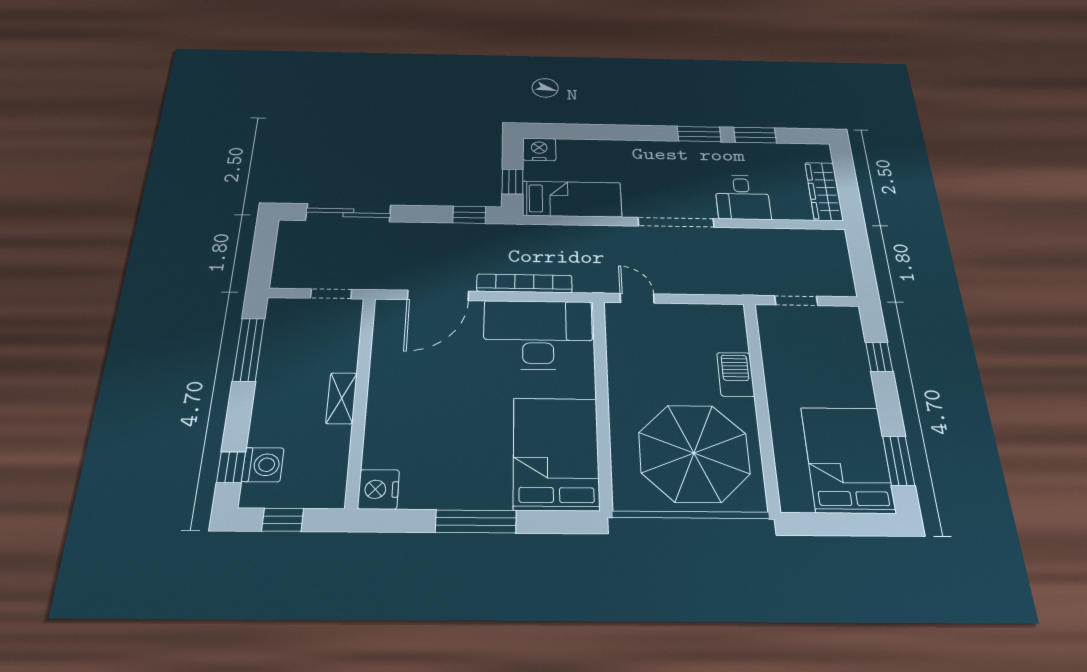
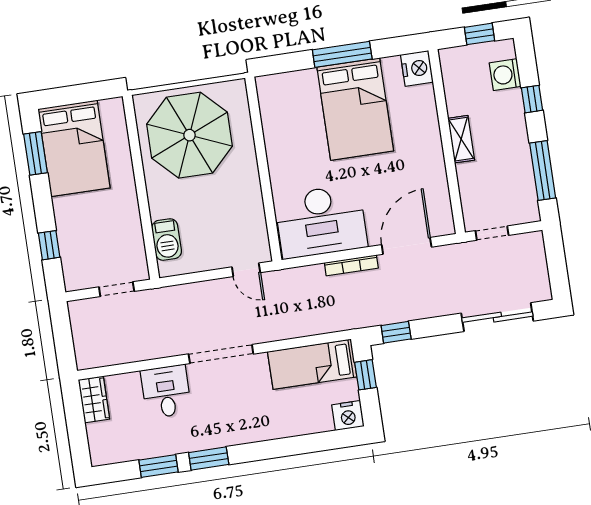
wardrobe: (824, 191) -> (94, 399), width x0.67
bookcase: (524, 283) -> (351, 265), width x0.68, depth x0.76
barbecue: (736, 374) -> (167, 240), moved
bed: (556, 453) -> (355, 109), moved
window: (231, 467) -> (532, 99), moved

